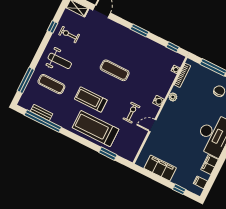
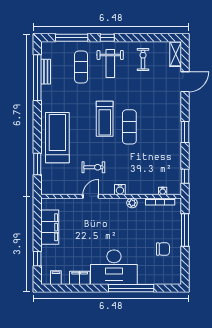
window: (52, 27) -> (107, 38), moved
treadmill: (91, 99) -> (105, 119), moved, turned 180
door: (152, 126) -> (91, 196), hinge flipped

